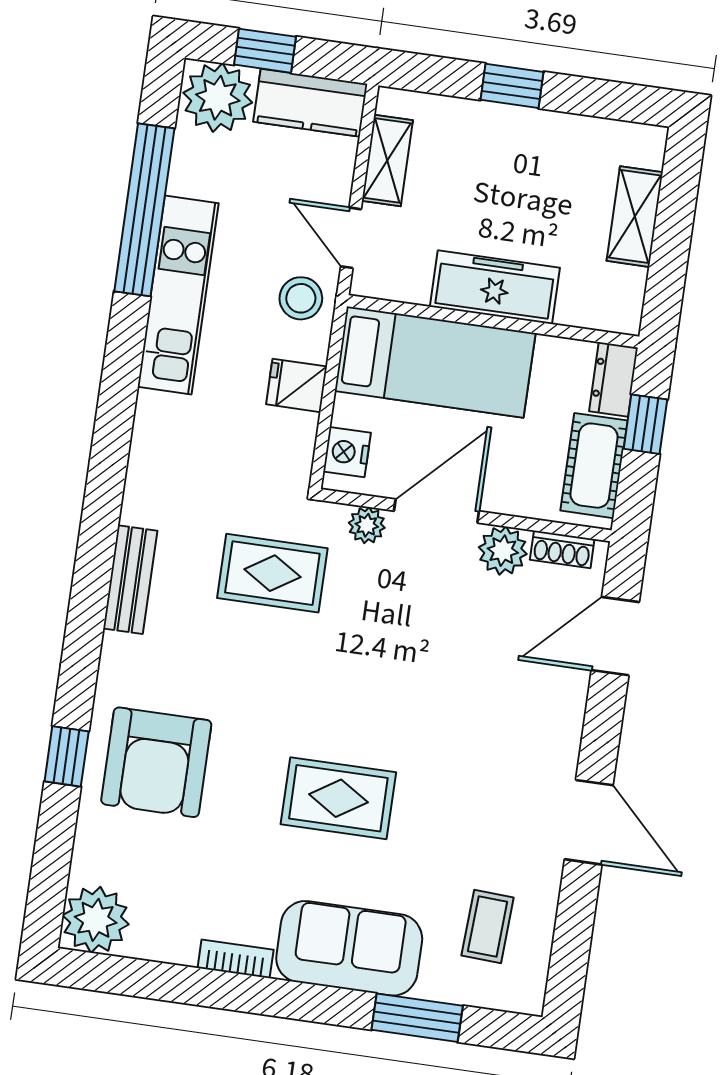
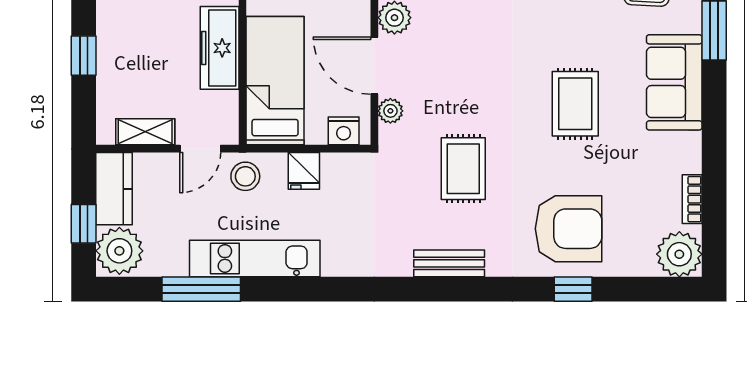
window: (144, 210) -> (201, 289), width x0.68
rug: (272, 573) -> (463, 169), moved
bookcase: (236, 959) -> (692, 199), moved

